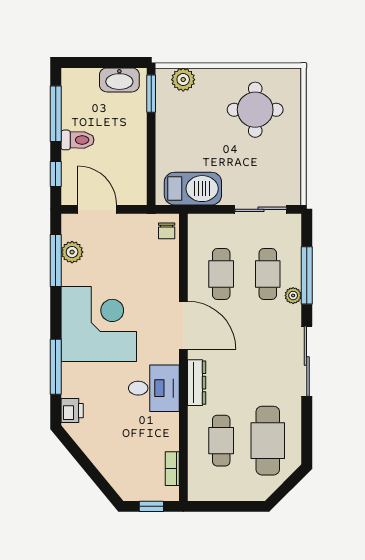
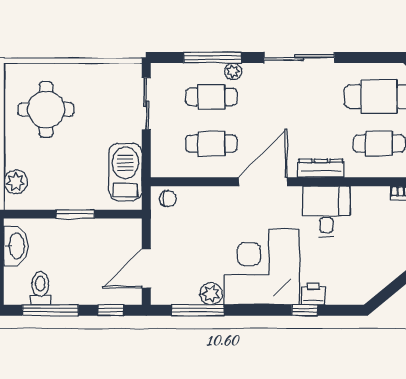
window: (151, 94) -> (75, 214), moved
toilet: (78, 140) -> (40, 288), moved
plant: (72, 252) -> (211, 294), moved
window: (56, 367) -> (305, 310), width x0.46
printer: (72, 411) -> (313, 294), moved

